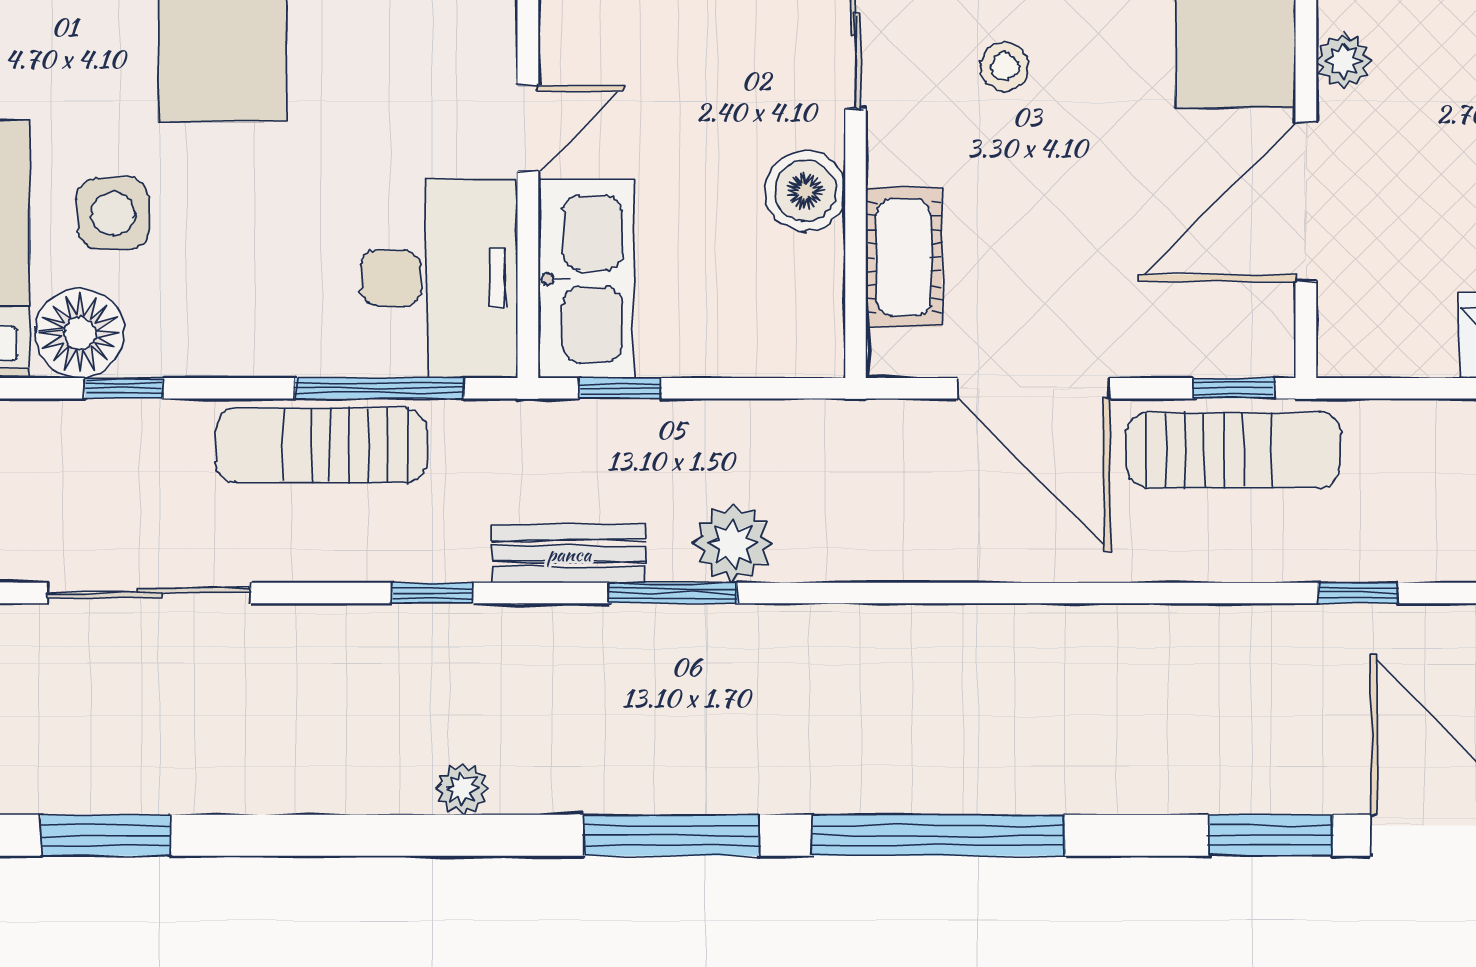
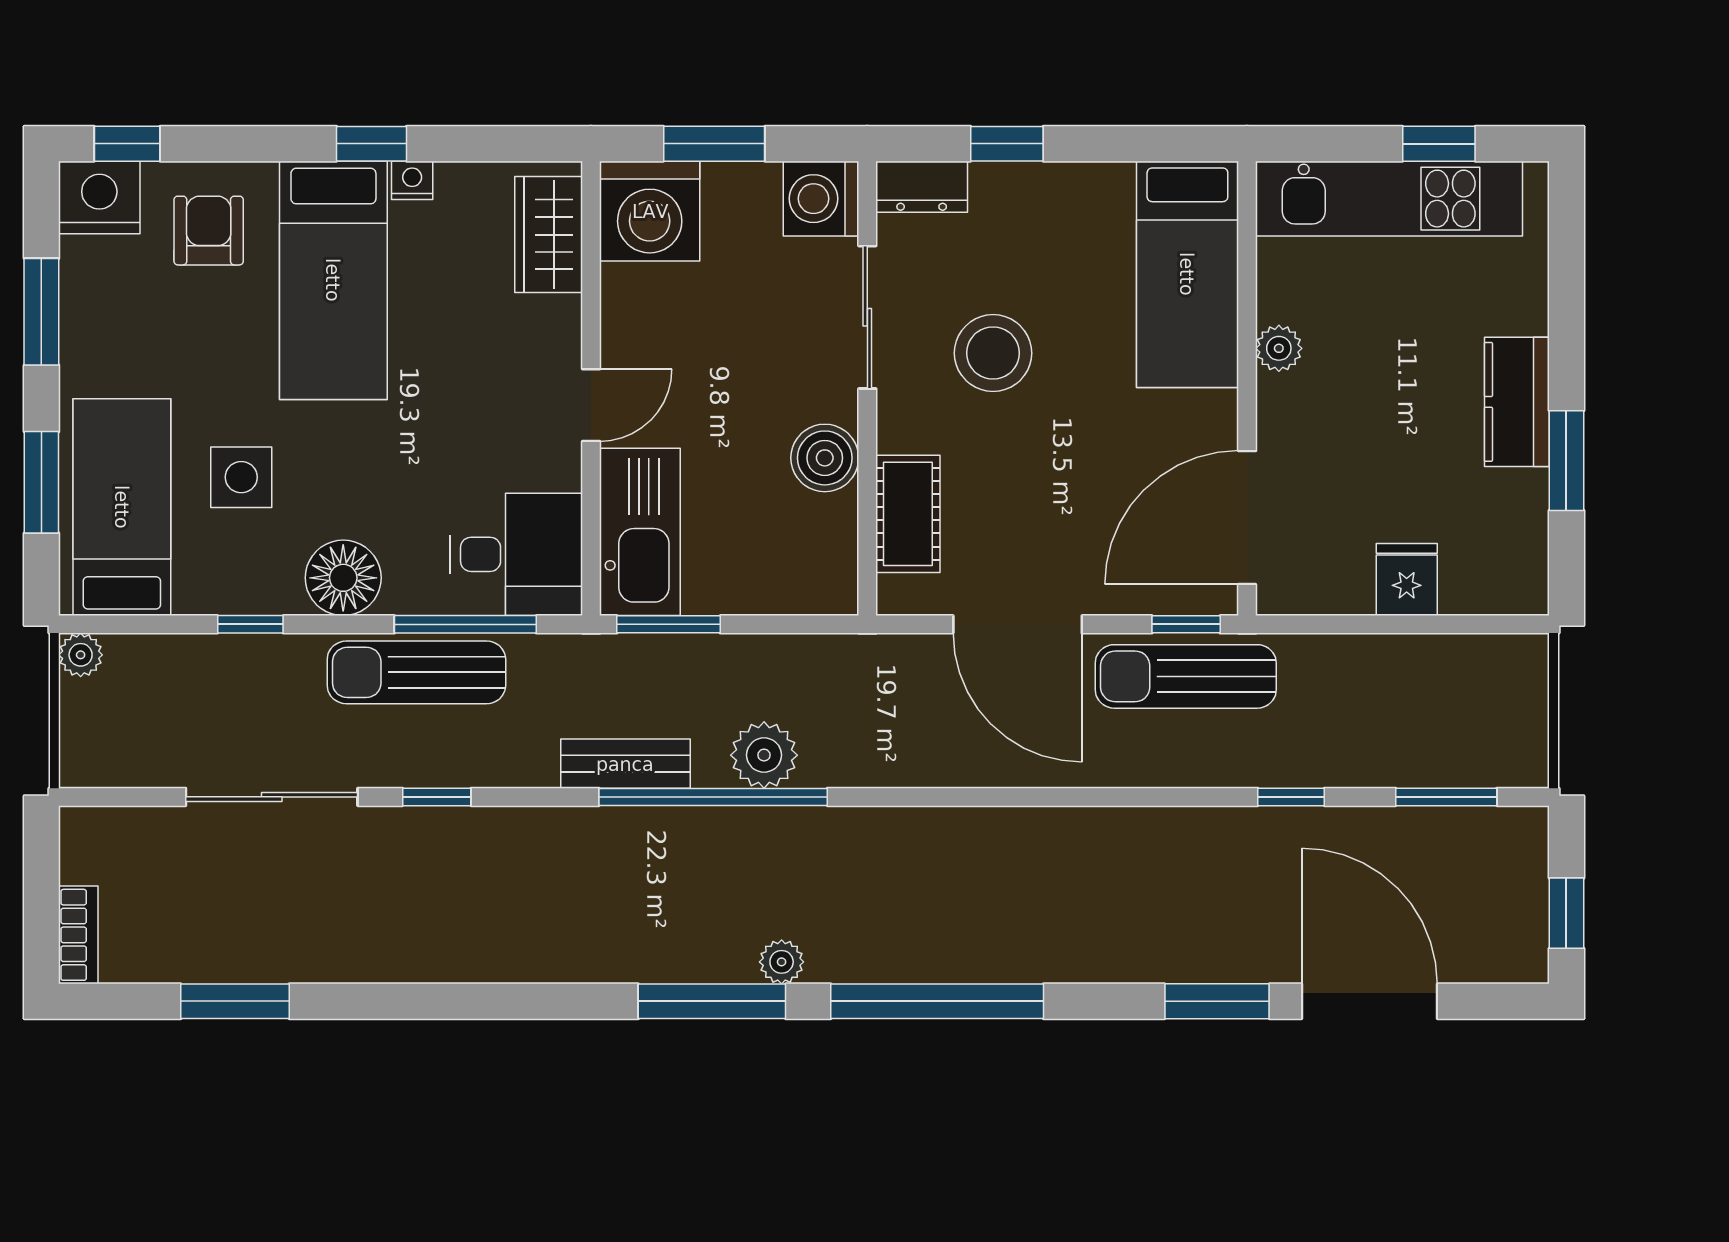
stool: (1005, 67) -> (993, 353), width x1.89, depth x1.89
door: (1306, 202) -> (1247, 518), moved
desk: (439, 278) -> (516, 554), width x0.73
floor lamp: (80, 333) -> (343, 578), moved
window: (620, 388) -> (669, 624), width x1.50
sun lounger: (1233, 450) -> (1186, 676), turned 180
window: (432, 593) -> (437, 797), moved
window: (673, 593) -> (713, 797), width x2.11
plant: (462, 789) -> (782, 962), moved

